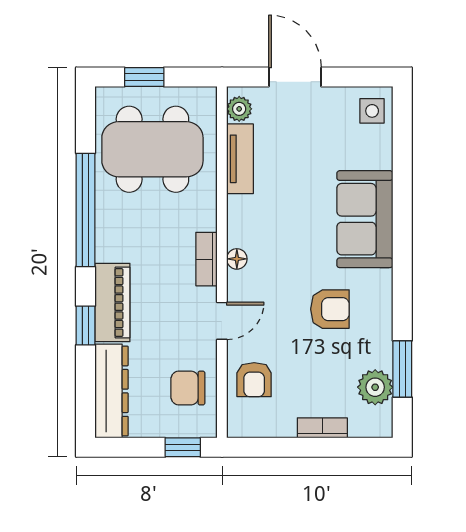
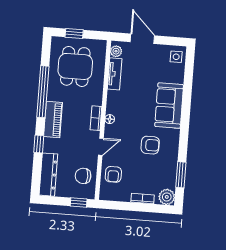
dining table: (152, 149) -> (75, 66), width x0.73
piano: (112, 303) -> (53, 119), moved
plant: (375, 387) -> (167, 197), moved

